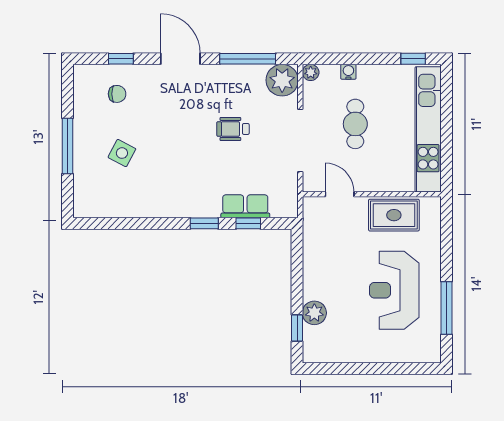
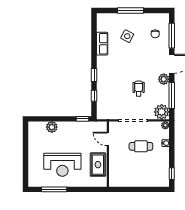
window: (121, 59) -> (172, 36), width x2.17
plant: (213, 76) -> (164, 79), added
kitchen unit: (428, 129) -> (138, 181), removed
door: (340, 194) -> (108, 139), swing flipped
row of seats: (245, 206) -> (102, 44), moved
reception desk: (394, 290) -> (62, 165), turned 180
window: (297, 328) -> (83, 119), moved

